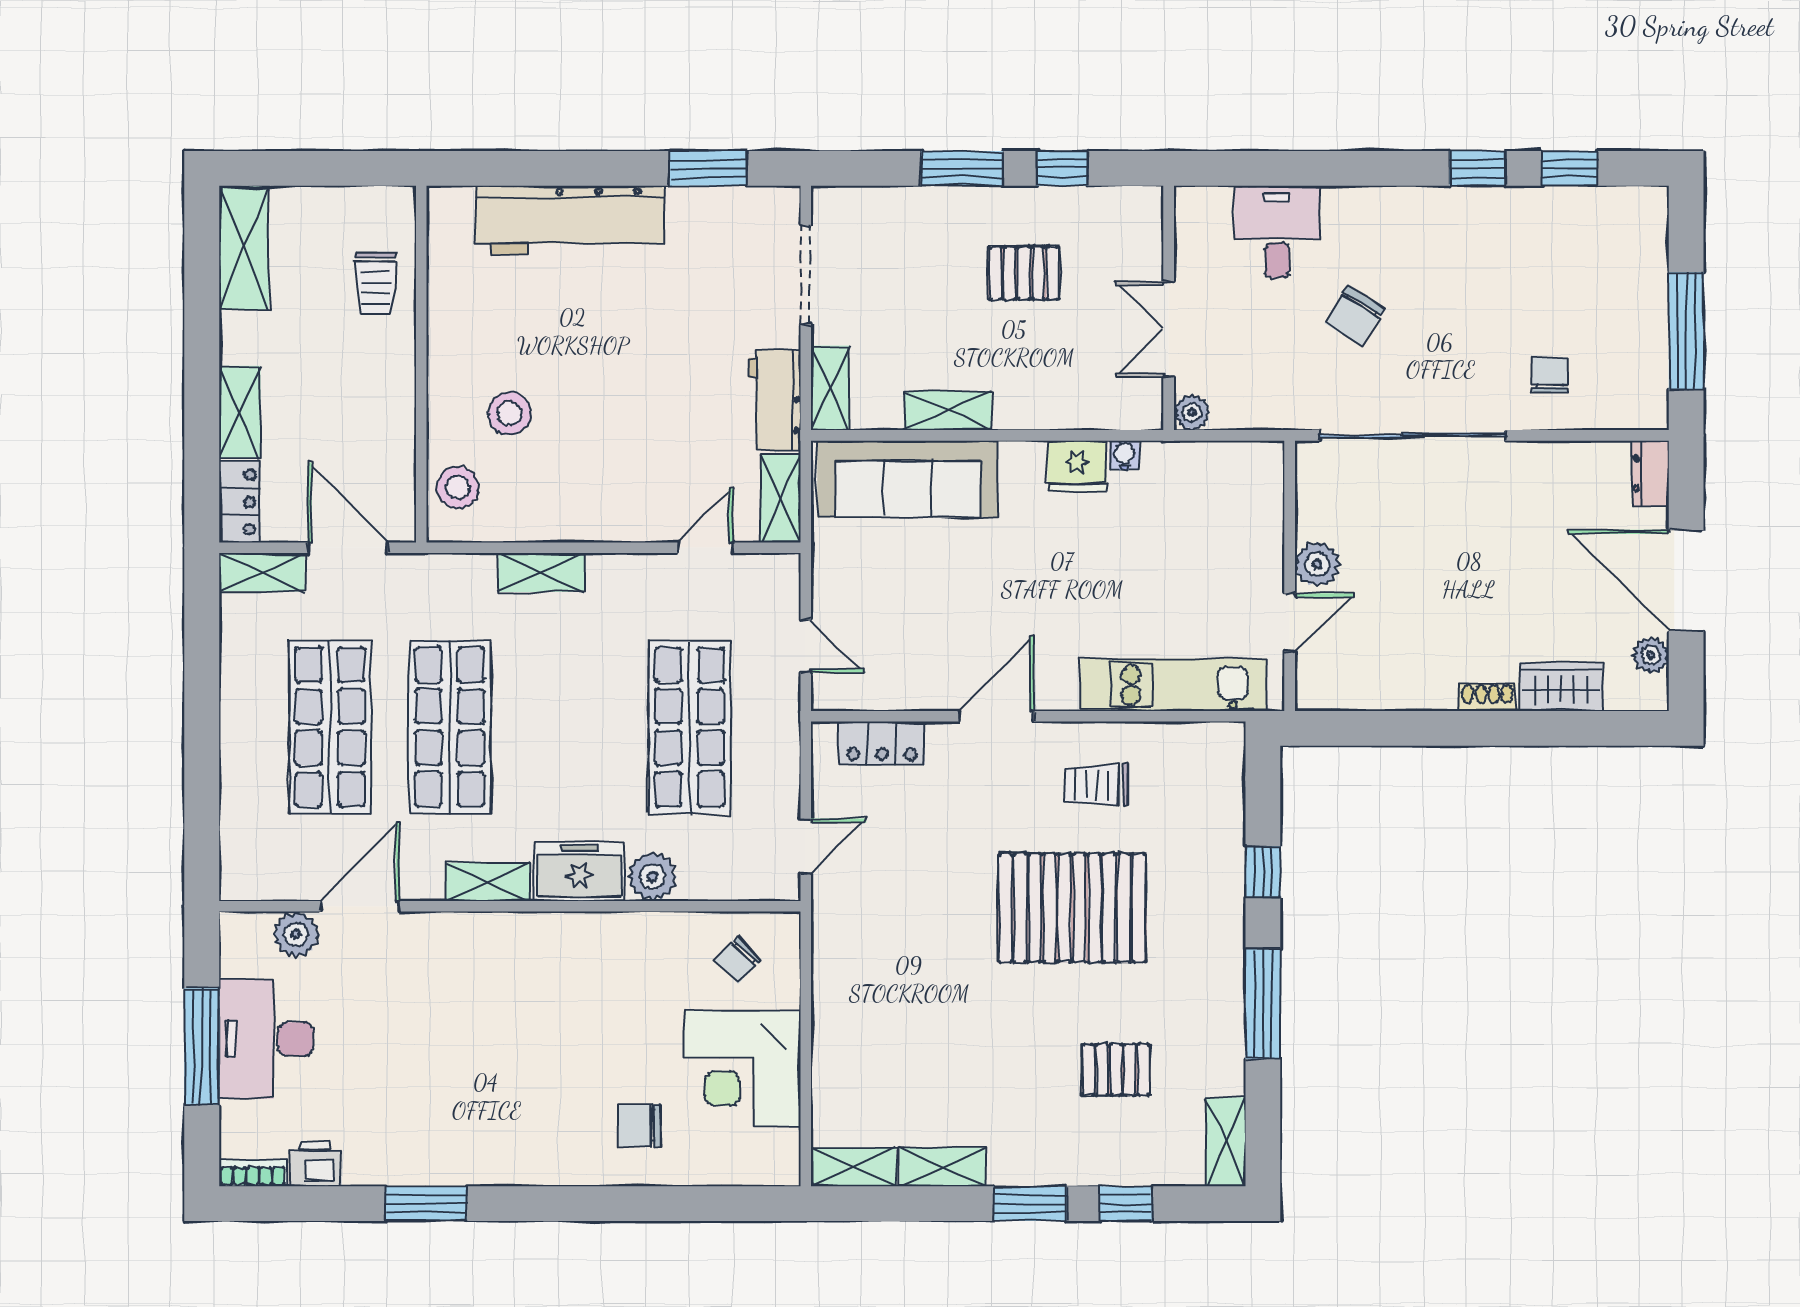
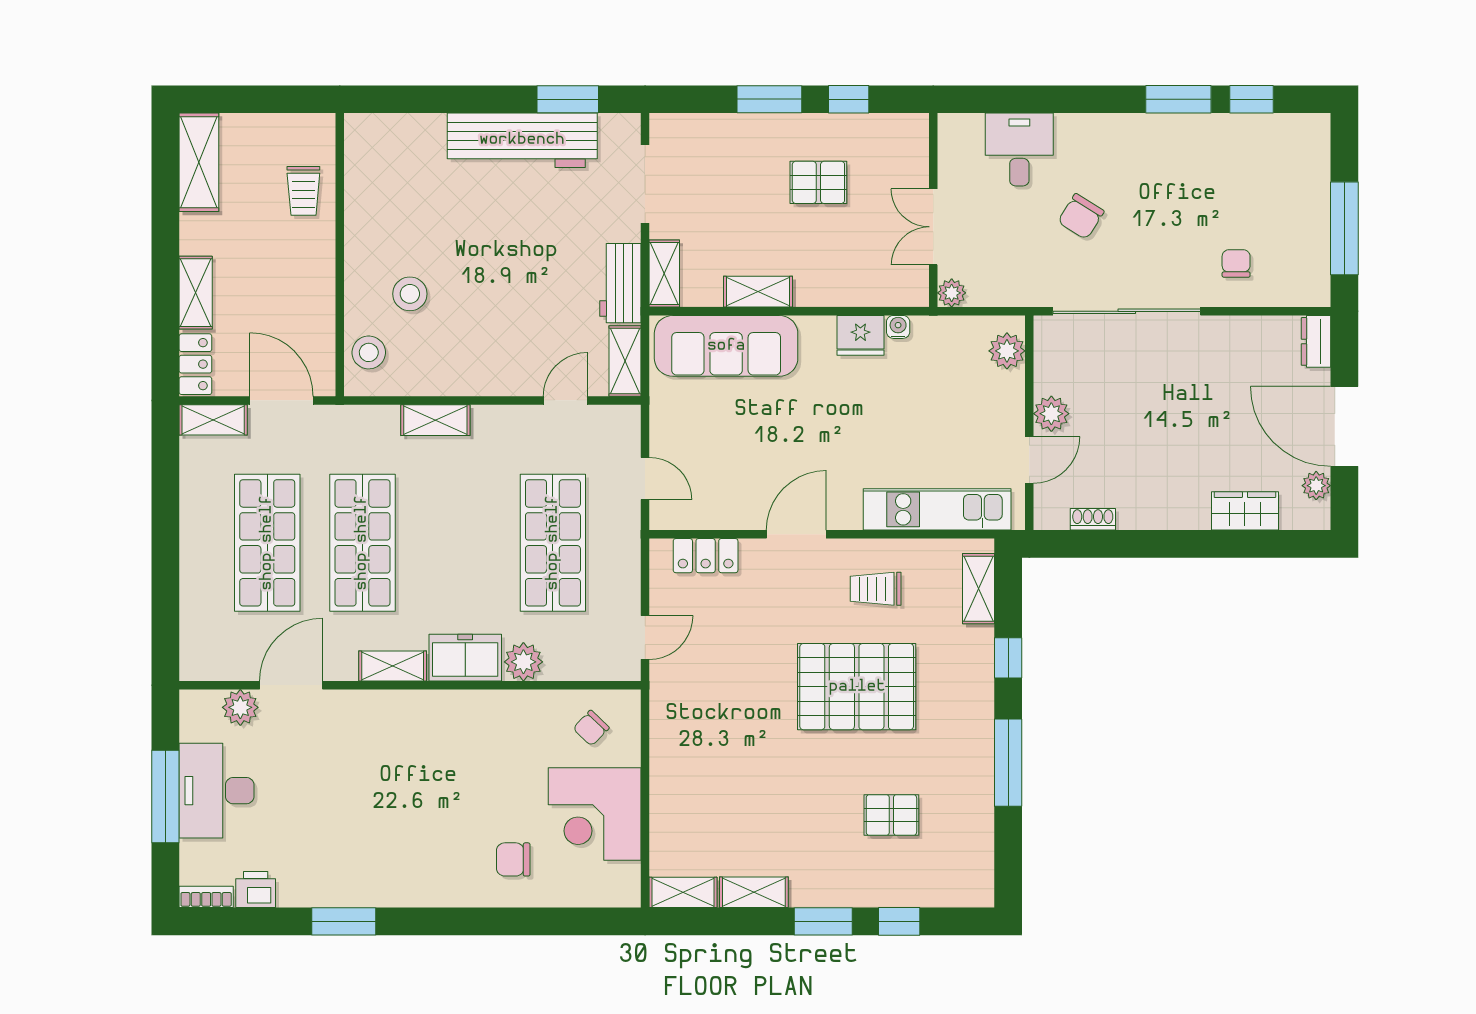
window: (1477, 168) -> (1178, 99), width x1.50
workbench: (570, 220) -> (522, 140), moved
plant: (1261, 485) -> (1007, 351), added
shoe rack: (1487, 697) -> (1093, 519), moved
shelving: (1226, 1142) -> (978, 589), moved

